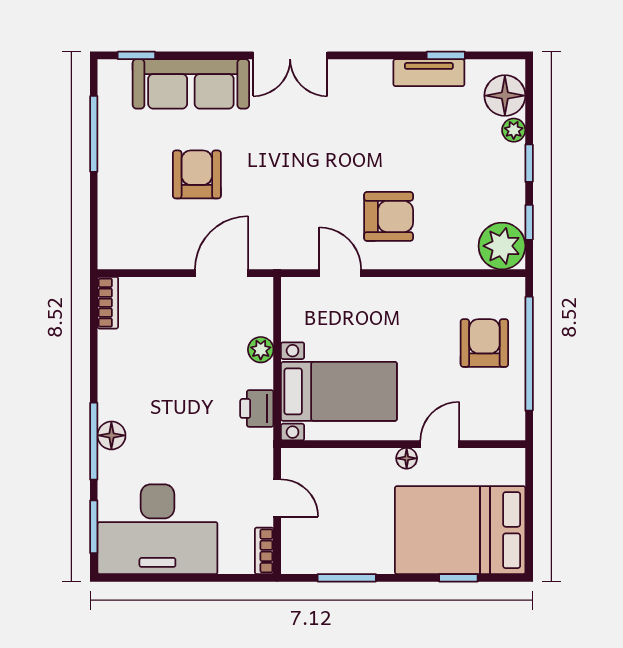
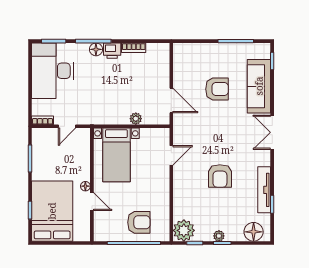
tv unit: (429, 73) -> (264, 190), width x1.41
plant: (514, 130) -> (219, 236), moved
armchair: (389, 216) -> (220, 176), moved
bookcase: (108, 303) -> (134, 48), moved
printer: (257, 408) -> (112, 51), moved, turned 180

